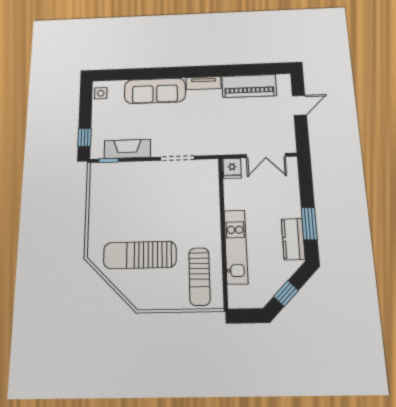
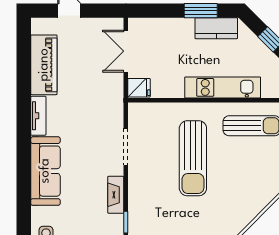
fireplace: (127, 149) -> (116, 195), width x0.73, depth x0.76
double door: (266, 156) -> (126, 51), swing flipped
sun lounger: (140, 255) -> (193, 158), moved

